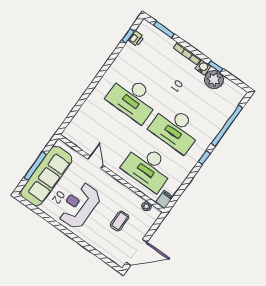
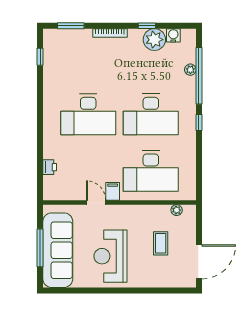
printer: (136, 38) -> (50, 167), moved
water cooler: (203, 67) -> (173, 35), moved
plant: (224, 117) -> (190, 70), added
filing cabinet: (164, 200) -> (113, 191), moved

